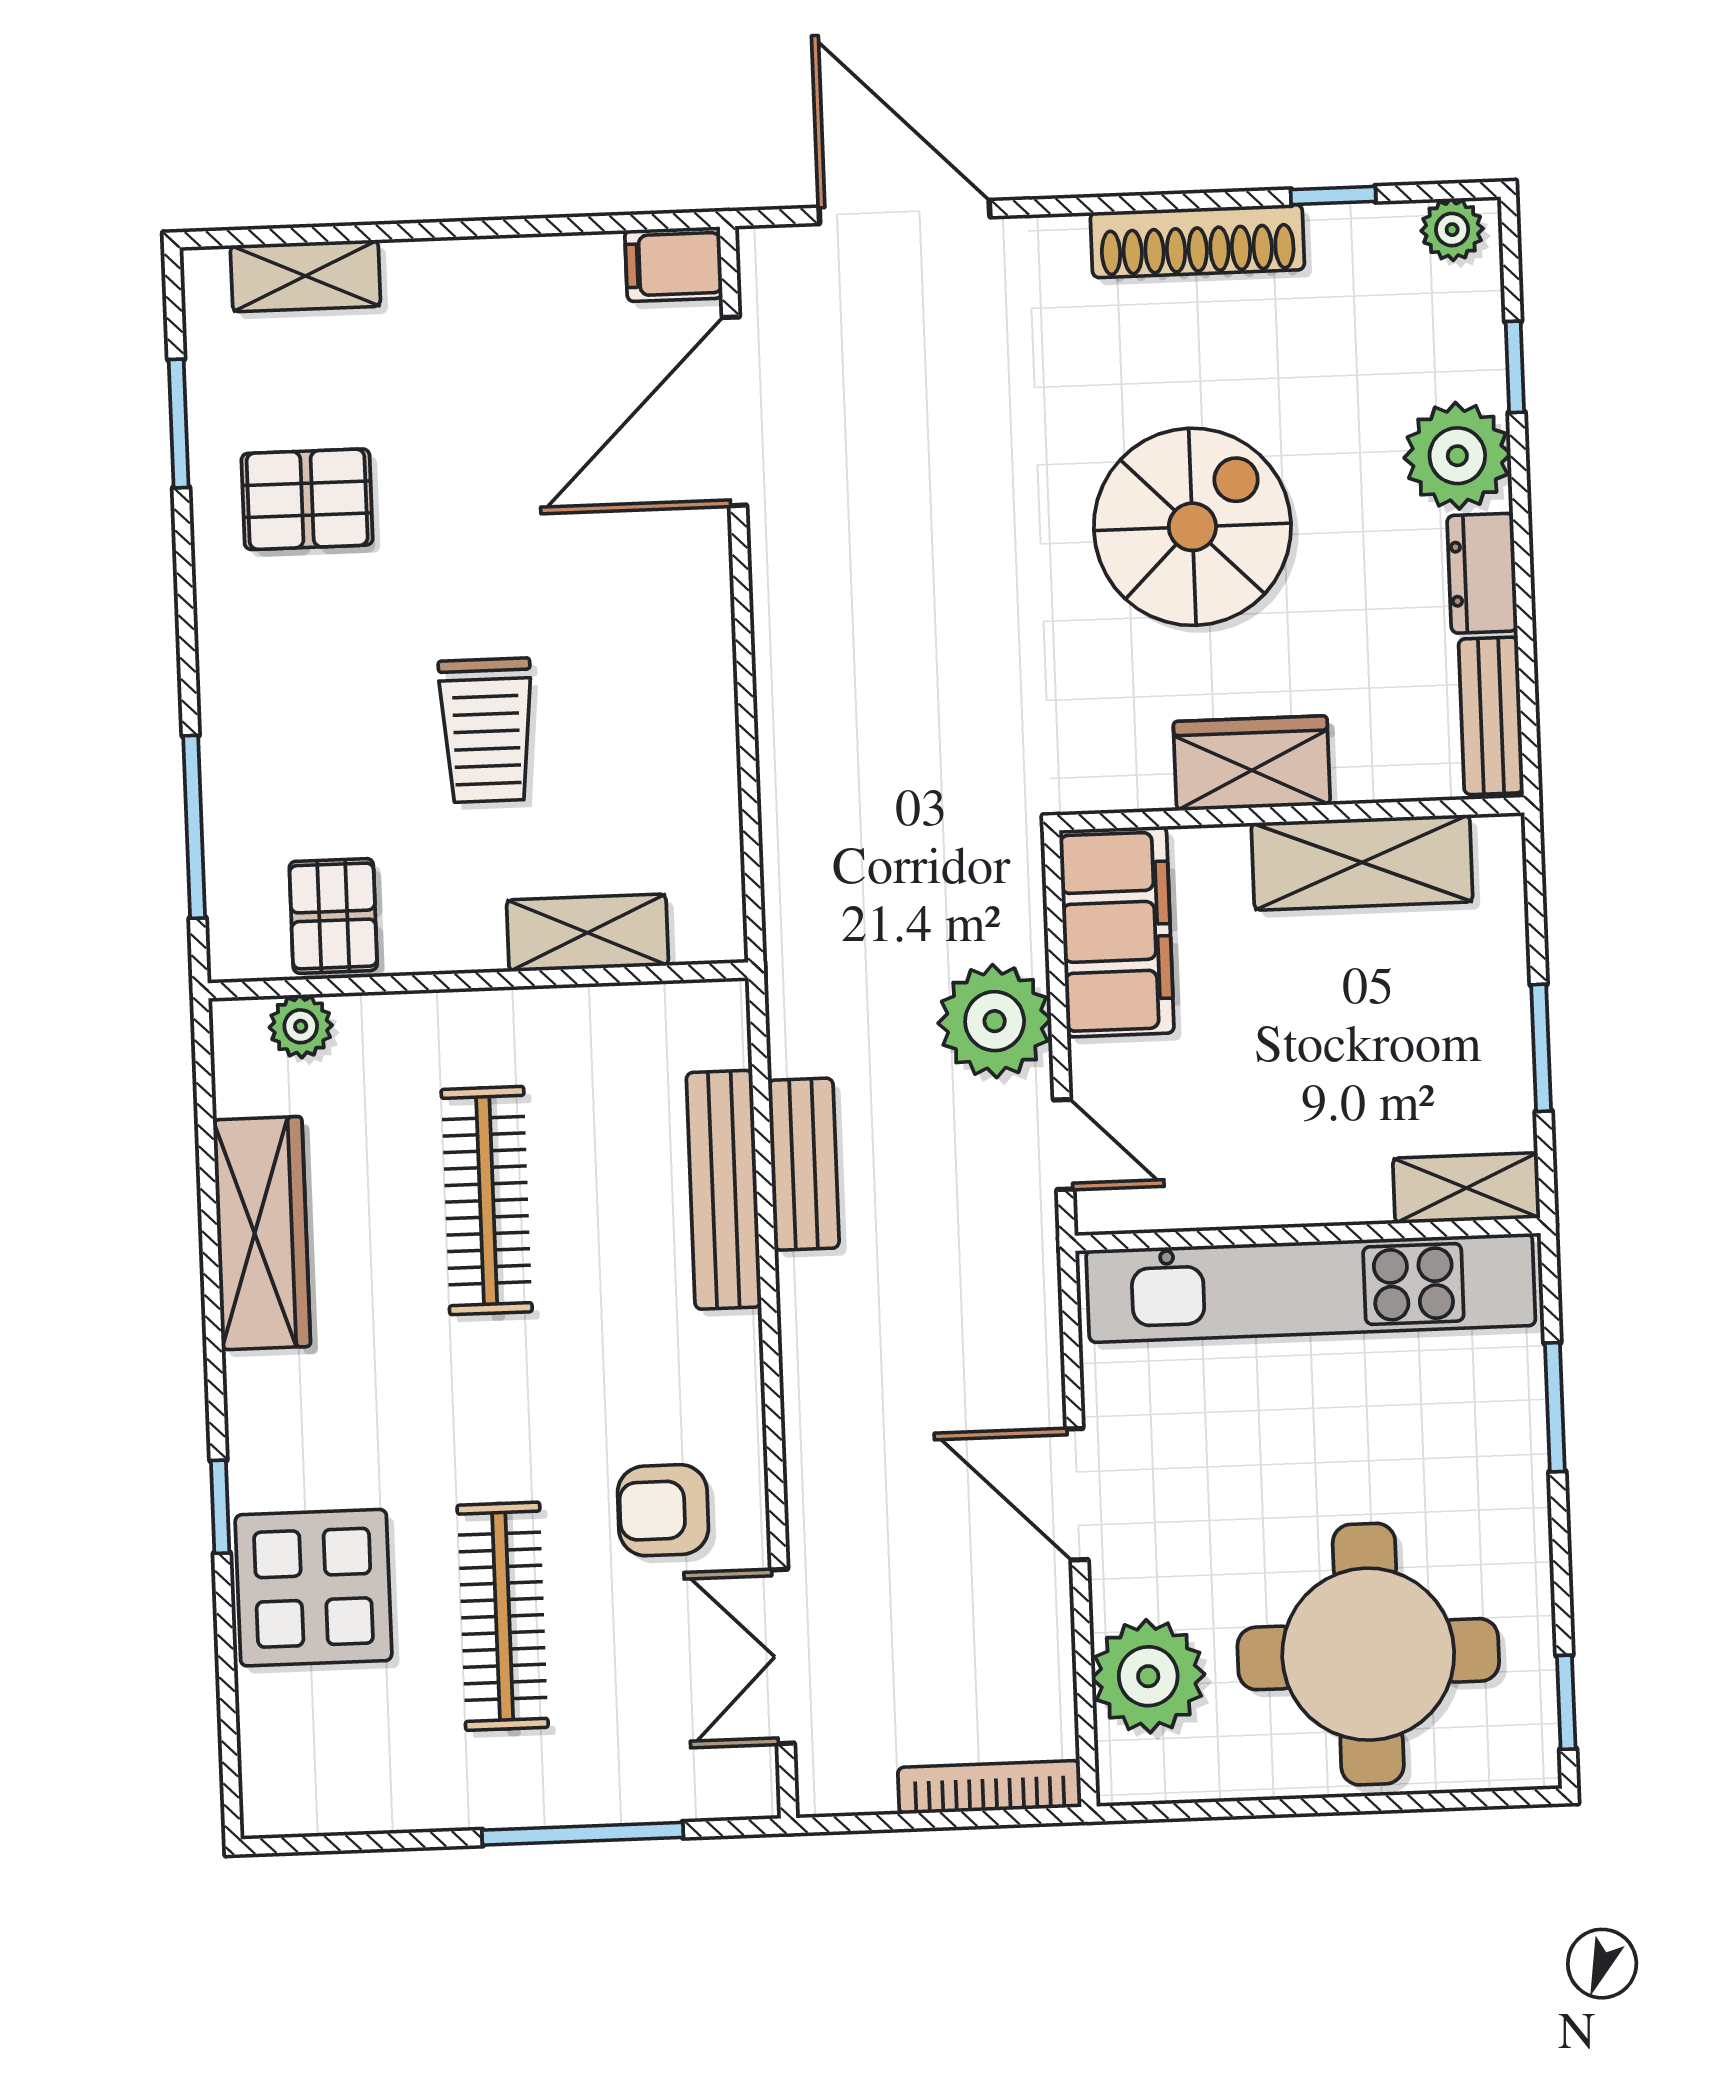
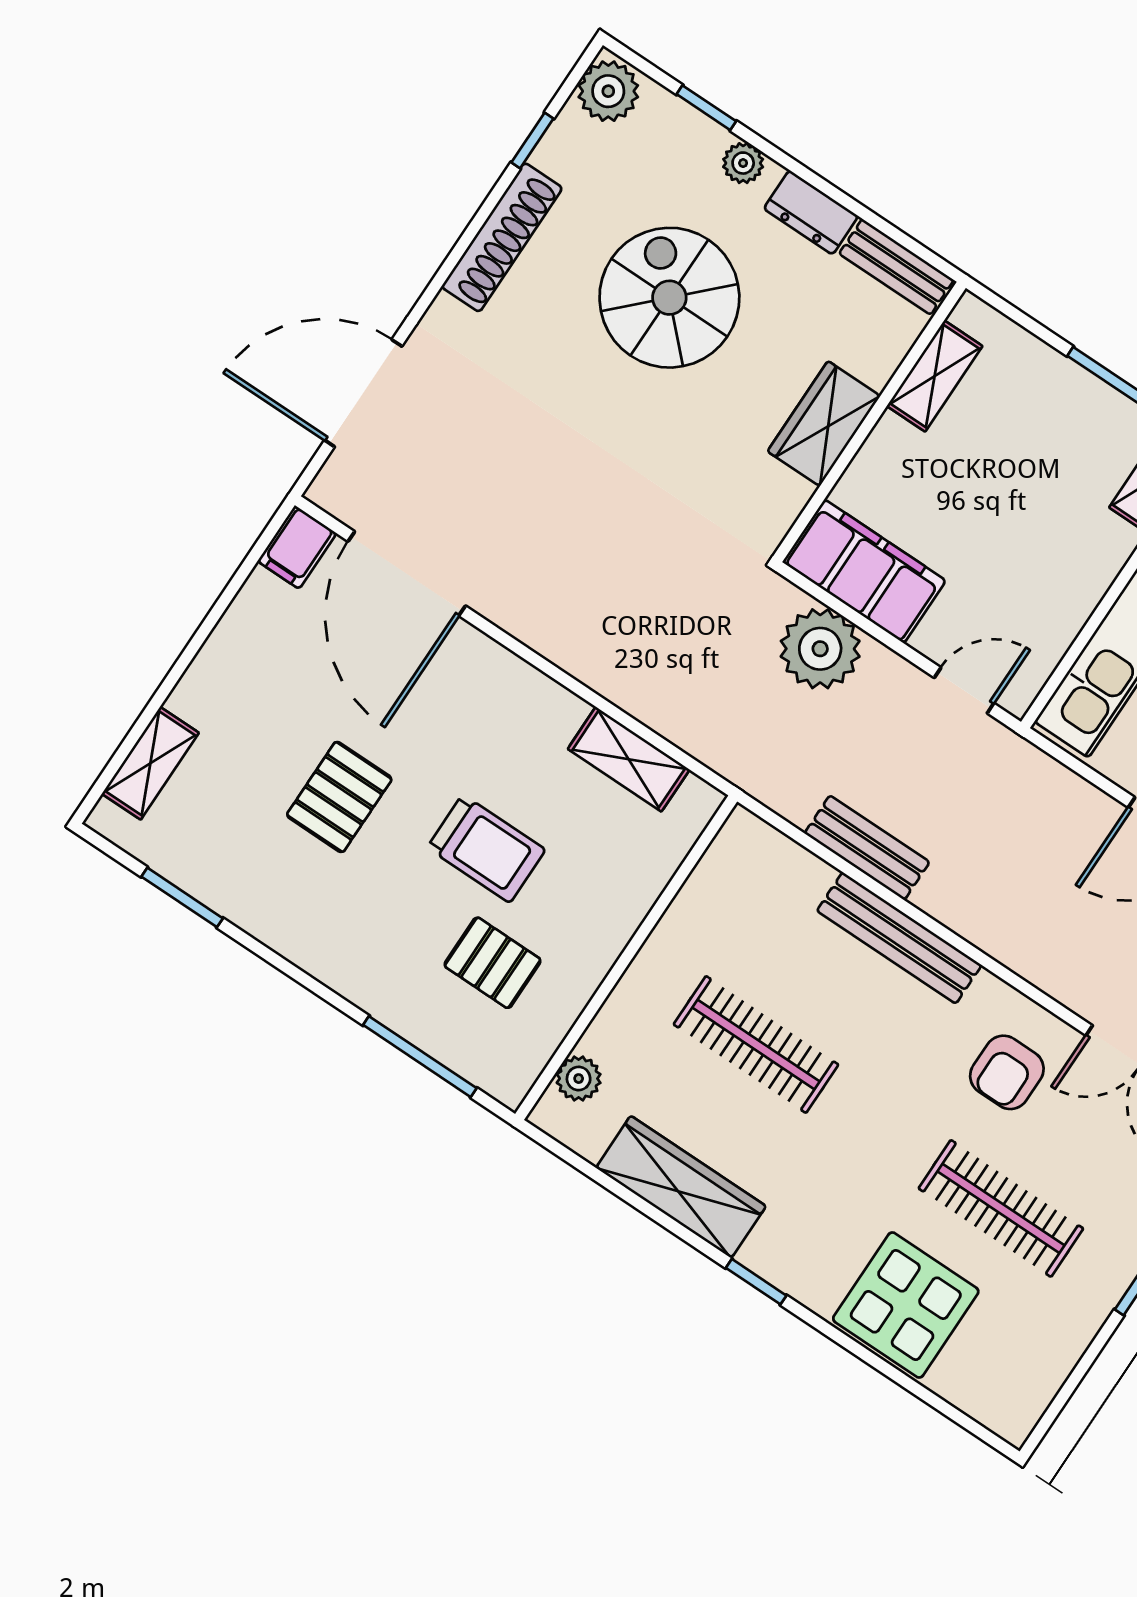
plant: (1452, 230) -> (608, 91), width x1.38, depth x1.38
plant: (1457, 456) -> (743, 163), width x0.53, depth x0.53
pallet: (307, 499) -> (339, 797), moved
spiral stairs: (1192, 527) -> (669, 298), moved
shelving: (1362, 862) -> (935, 376), width x0.67, depth x0.75
pallet: (333, 916) -> (493, 963), moved
shelving: (587, 933) -> (629, 759), moved, turned 90
plant: (995, 1021) -> (820, 649), moved
bench: (724, 1190) -> (899, 938), moved
window: (220, 1507) -> (756, 1282), moved

